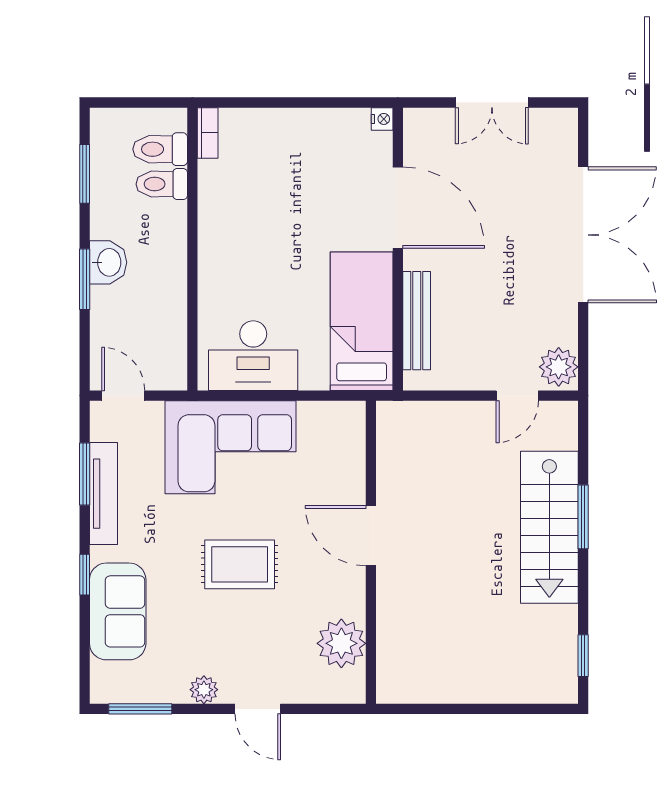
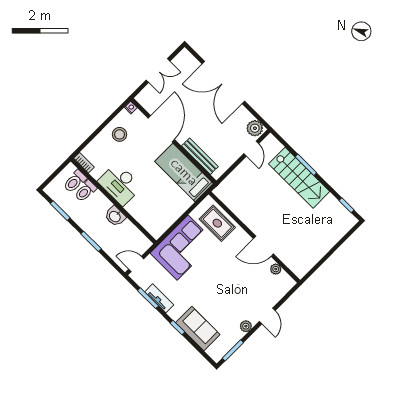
stool: (317, 146) -> (120, 134), added
door: (398, 208) -> (161, 129), hinge flipped
double door: (583, 235) -> (223, 82), swing flipped
washbasin: (108, 262) -> (115, 216), moved, turned 180
desk: (253, 356) -> (120, 184), moved, turned 90
tv unit: (104, 494) -> (159, 298), width x0.71
door: (371, 536) -> (263, 246), moved
rug: (240, 564) -> (217, 223), moved, turned 90
plant: (341, 643) -> (276, 269), width x0.53, depth x0.53
door: (258, 709) -> (267, 316), hinge flipped

